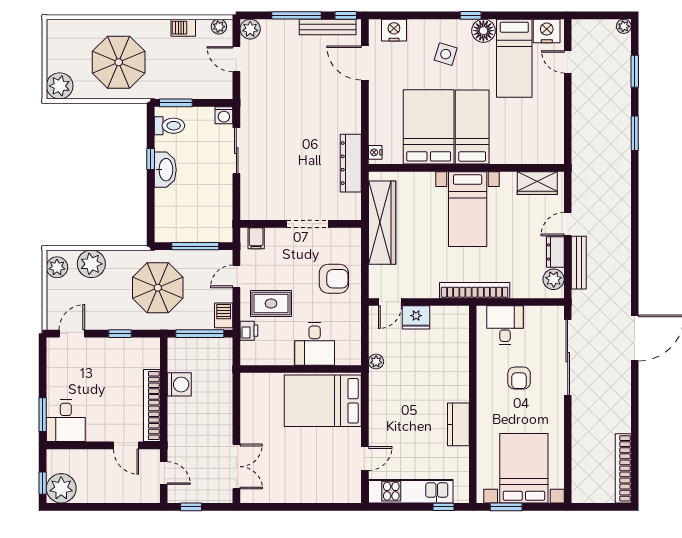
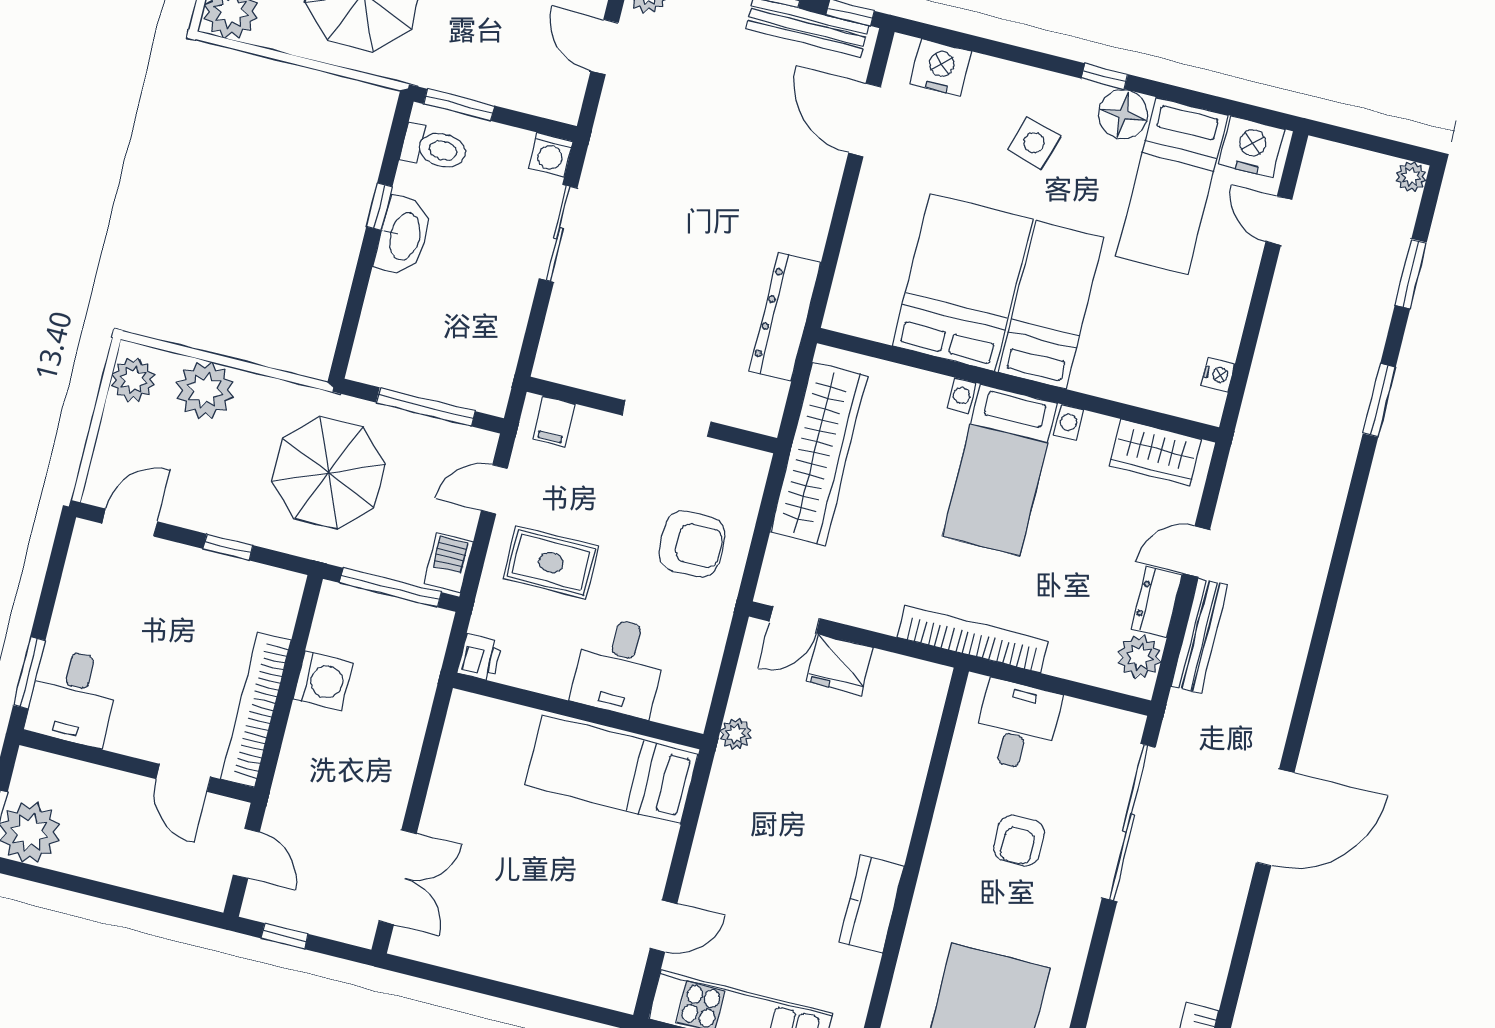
nightstand: (375, 152) -> (1218, 374), moved, turned 180
printer: (249, 331) -> (479, 657), moved
bed: (323, 401) -> (612, 769), width x0.67

